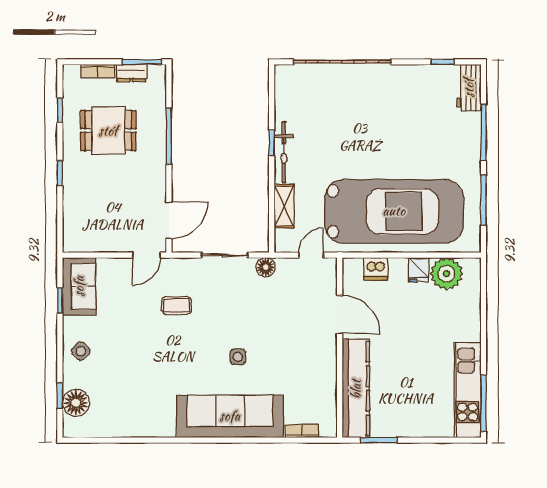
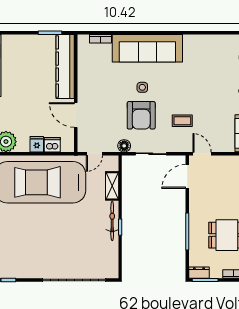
dresser: (131, 73) -> (199, 273), moved
door: (146, 255) -> (202, 154), hinge flipped
fridge: (419, 270) -> (37, 144), moved
armchair: (240, 314) -> (141, 115), added

